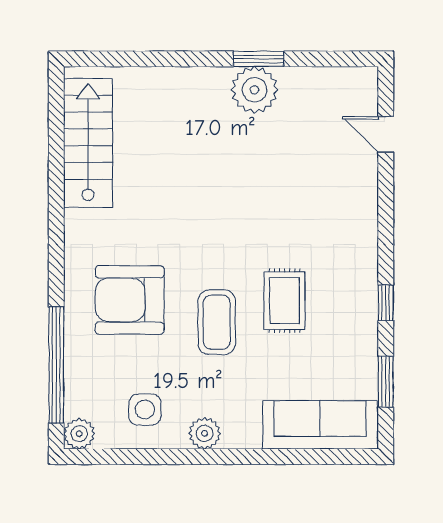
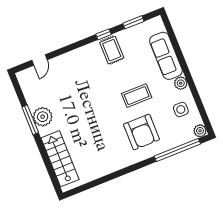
window: (259, 59) -> (30, 120), width x1.44
stairs: (88, 143) -> (60, 159), moved, turned 90
rug: (284, 301) -> (112, 50), moved, turned 90
sofa: (320, 425) -> (166, 56), moved

